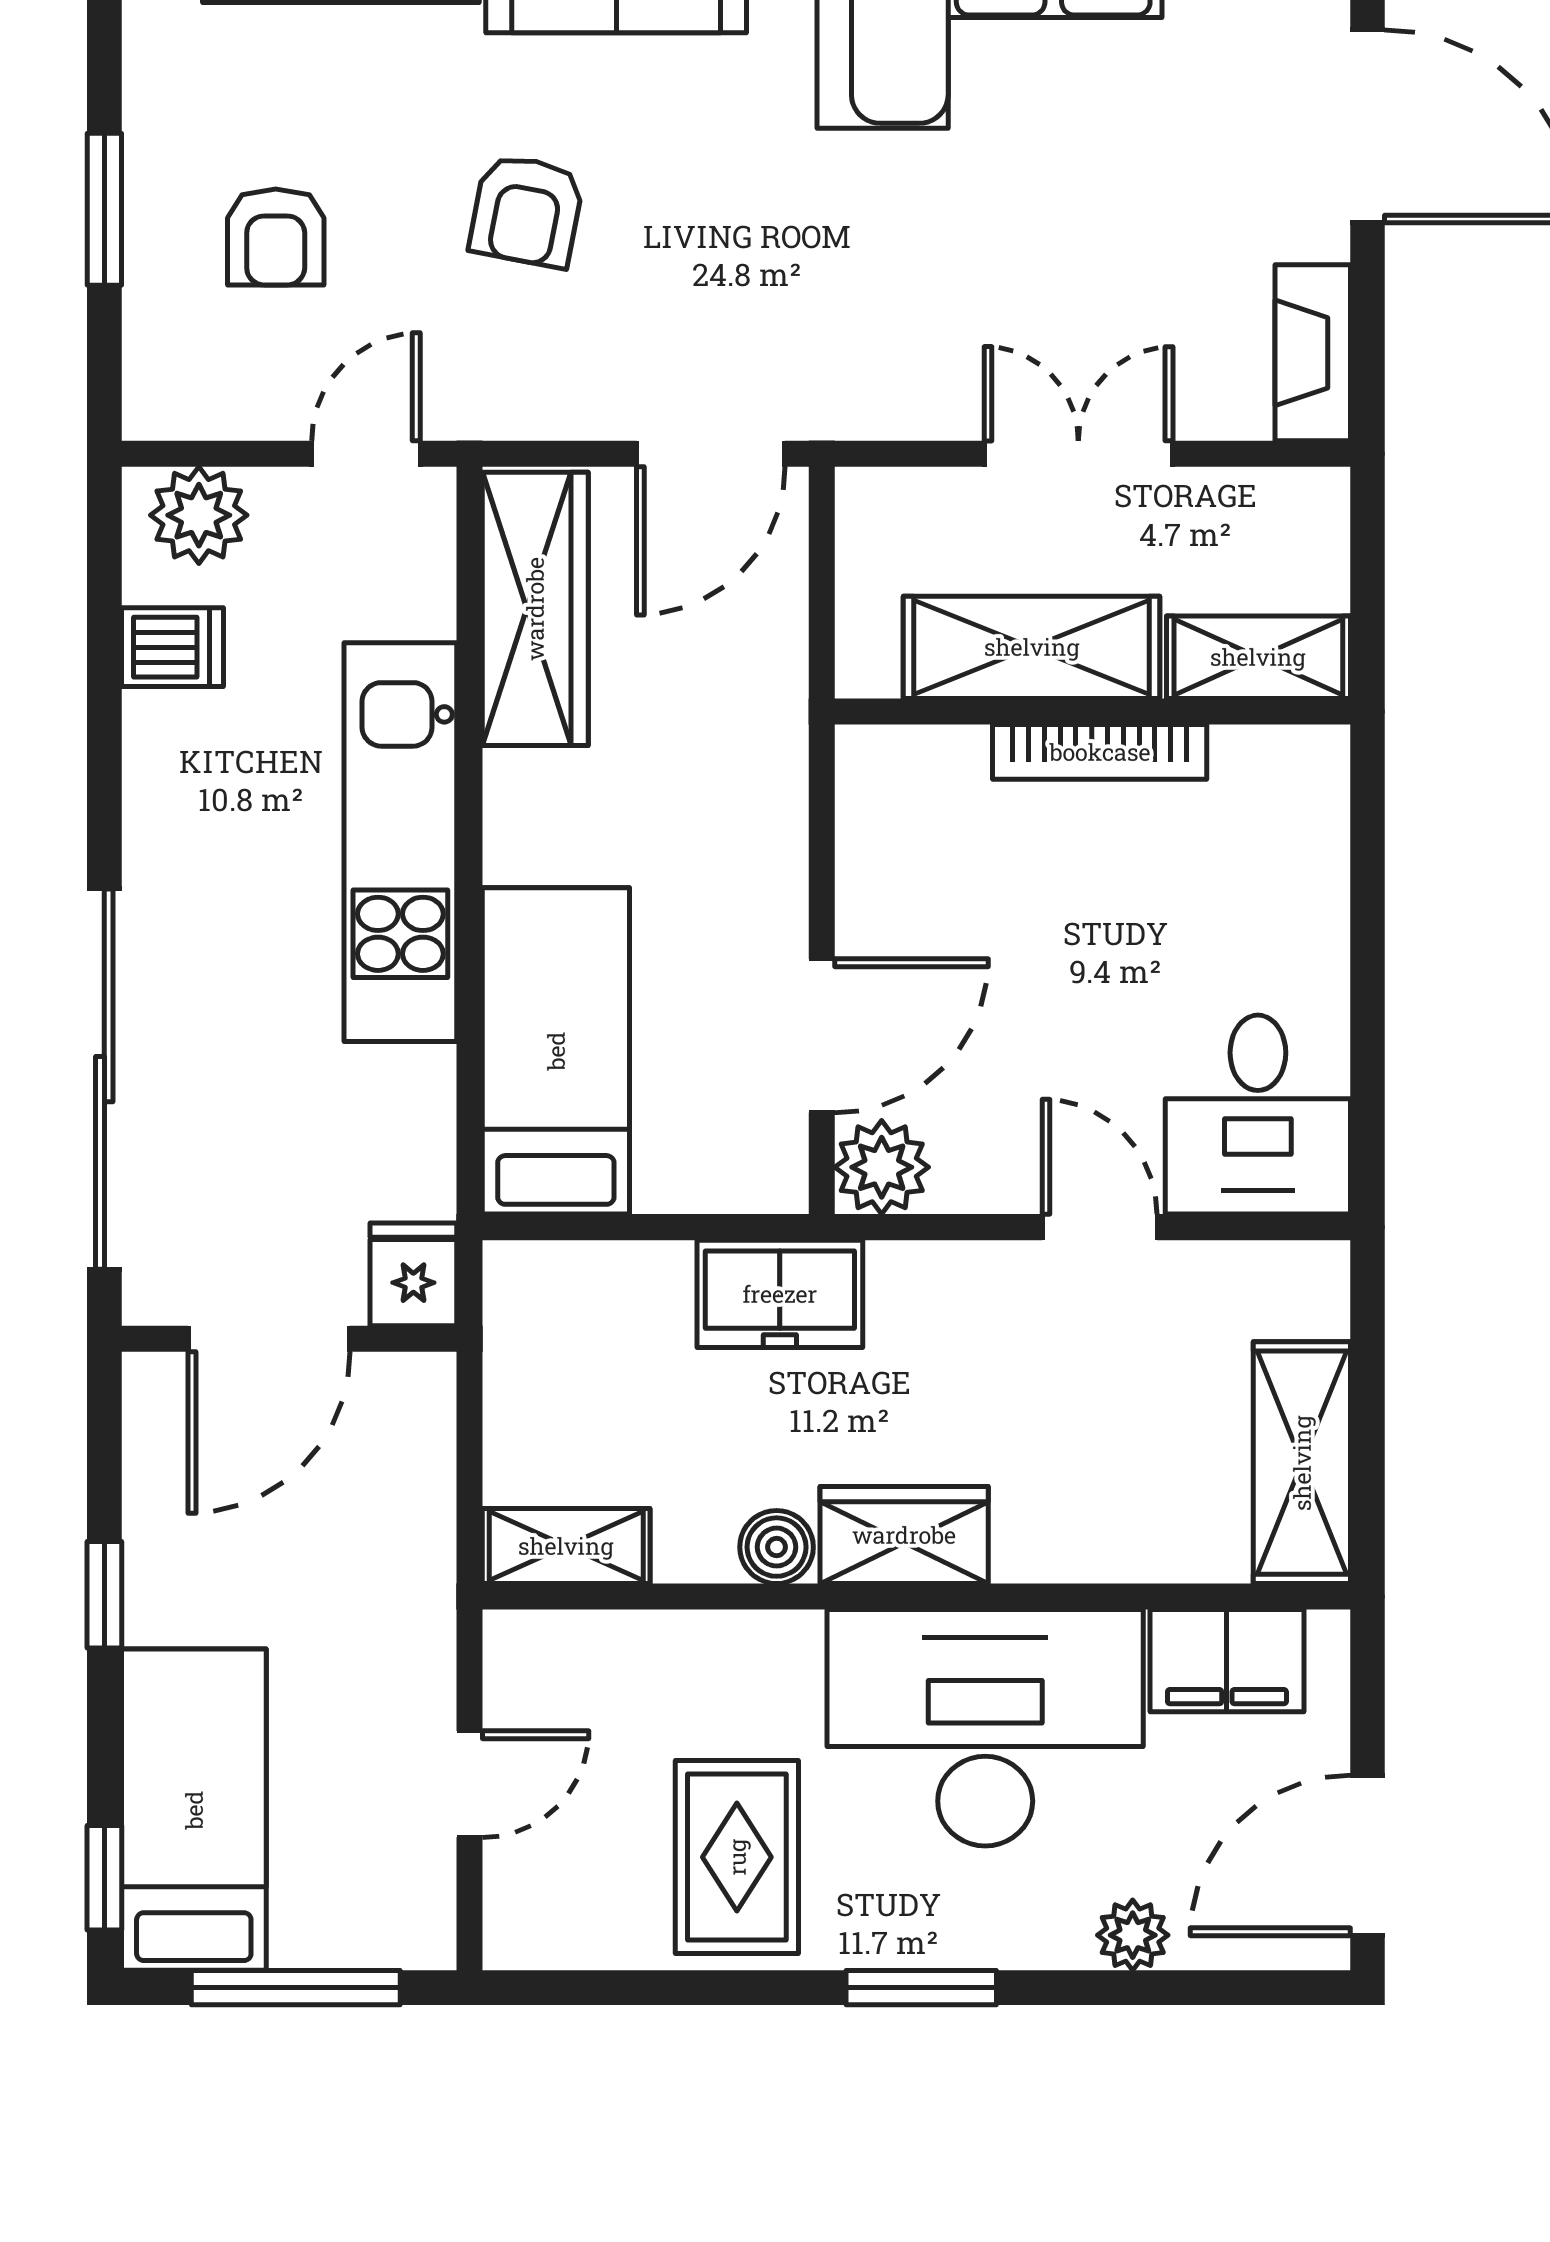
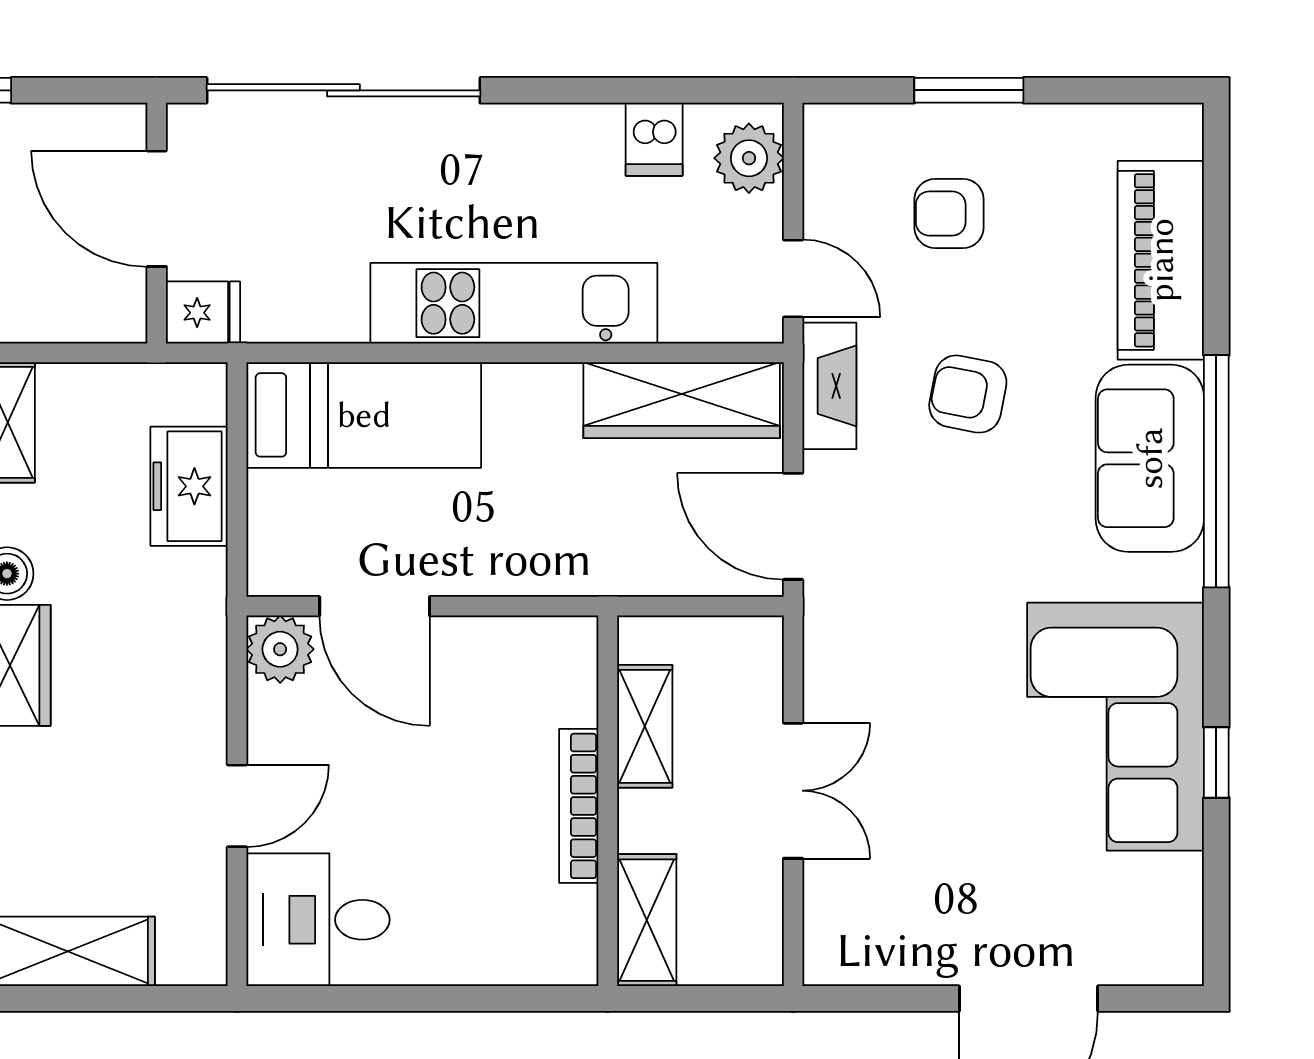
fireplace: (1313, 353) -> (829, 386), moved, turned 90
shelving: (1032, 647) -> (645, 726), width x0.67, depth x0.75
freezer: (780, 1294) -> (189, 486), moved

